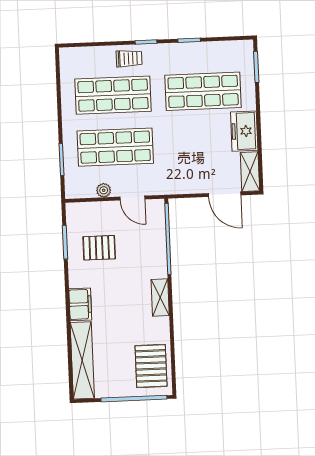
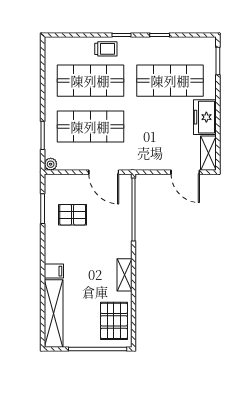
plant: (104, 190) -> (51, 164), moved
door: (132, 198) -> (104, 172), width x1.38
shelving: (160, 297) -> (125, 275), moved
filing cabinet: (80, 304) -> (54, 271), width x0.50

